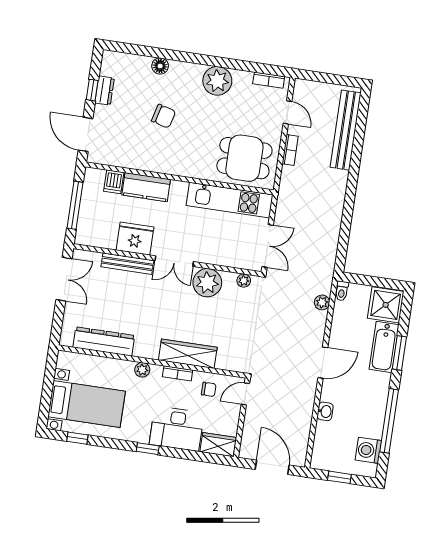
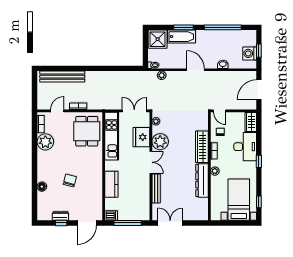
plant: (217, 81) -> (45, 142), moved
dishwasher: (114, 182) -> (111, 216), moved
fridge: (135, 239) -> (141, 137), moved
dresser: (104, 341) -> (202, 180), moved
washing machine: (368, 450) -> (250, 53), moved, turned 90

